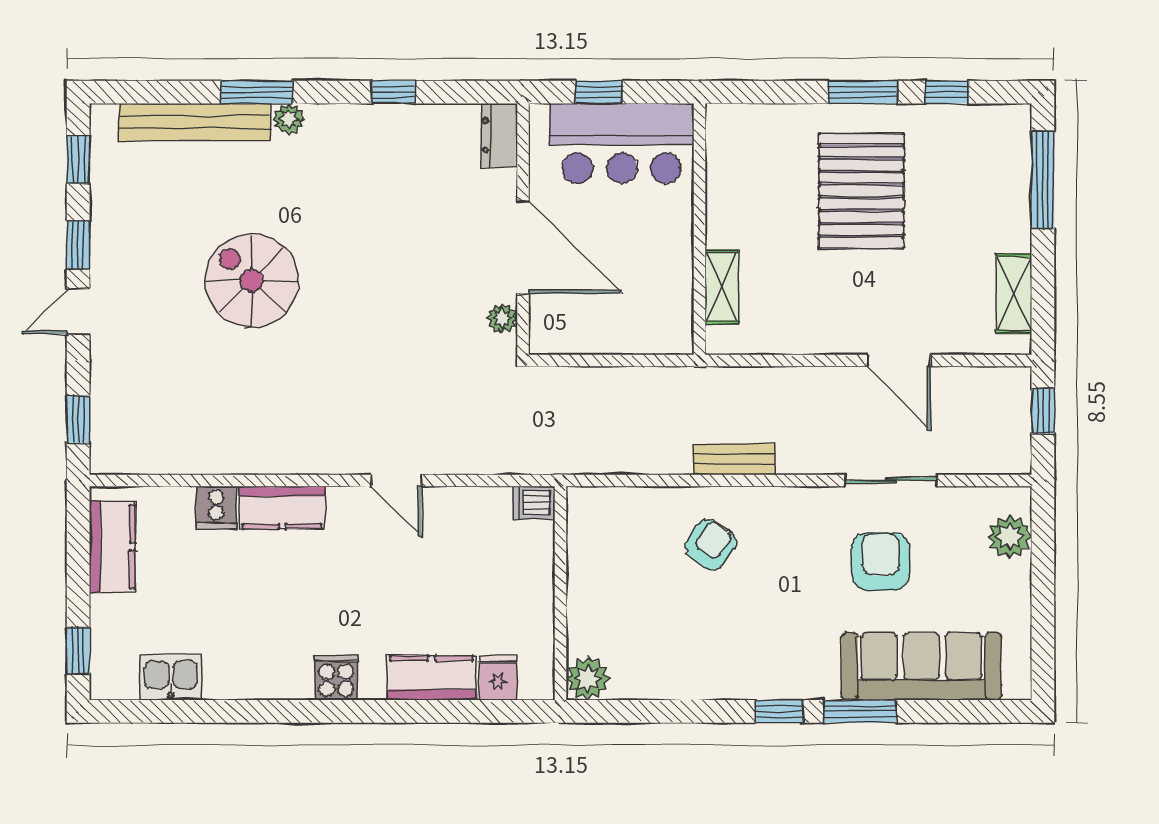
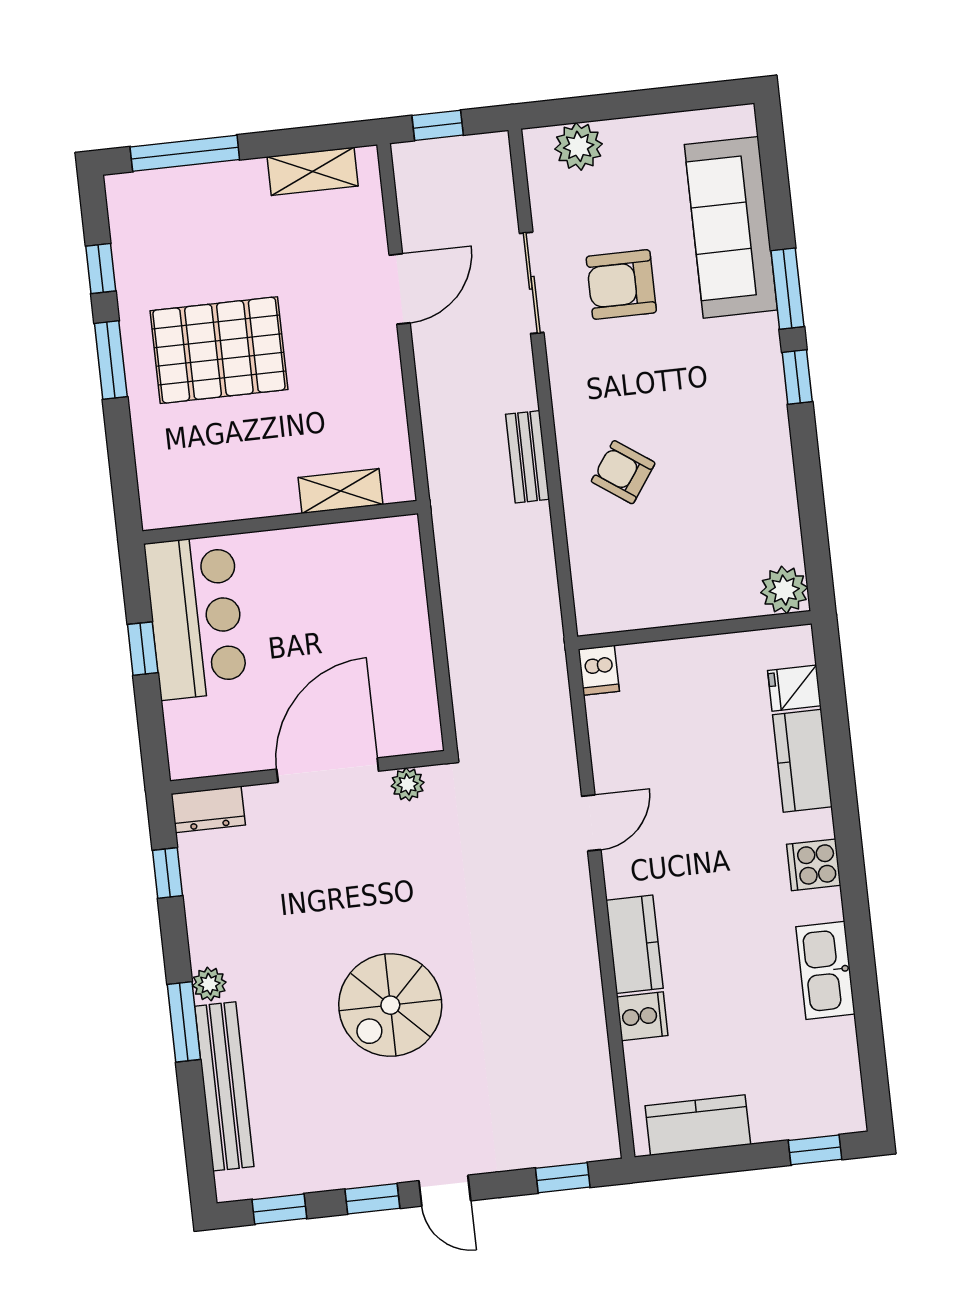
dresser: (499, 135) -> (208, 809), moved
wall: (523, 229) -> (308, 772), moved
door: (523, 247) -> (328, 770), moved
plant: (502, 318) -> (408, 784), moved
kitchen sink: (171, 678) -> (825, 970), moved, width x1.38

